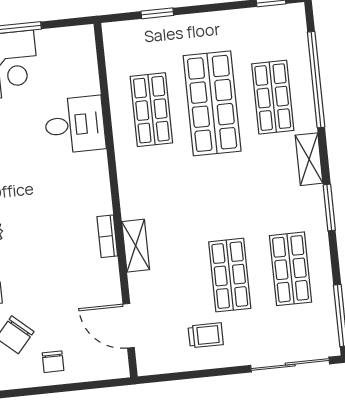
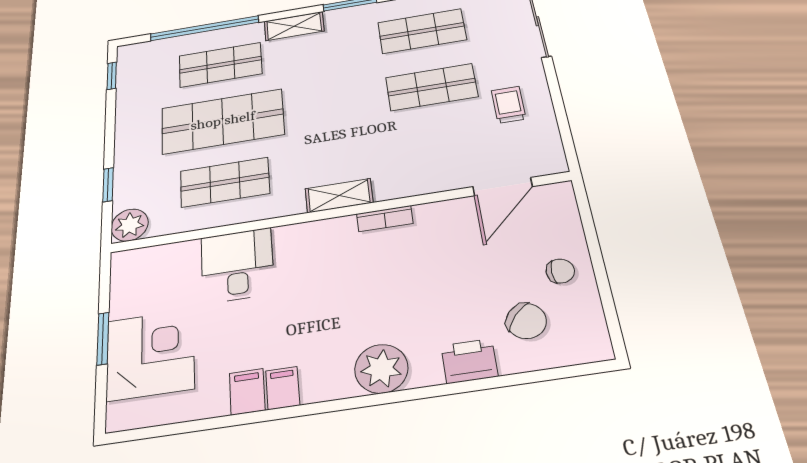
plant: (117, 36) -> (130, 225), added
shelving: (136, 246) -> (339, 196), moved

